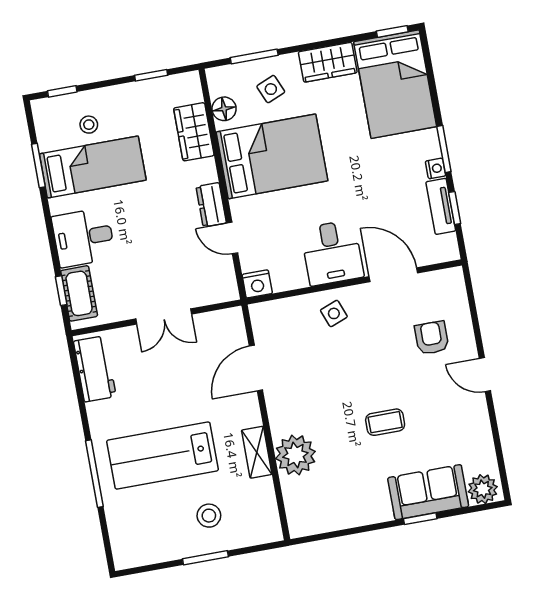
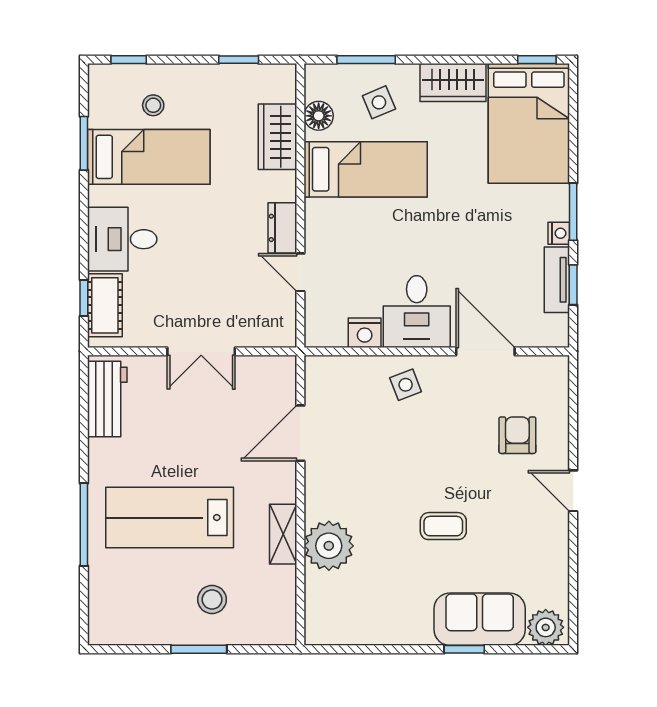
bed: (272, 156) -> (366, 169), width x0.67
nightstand: (257, 284) -> (365, 333), moved

